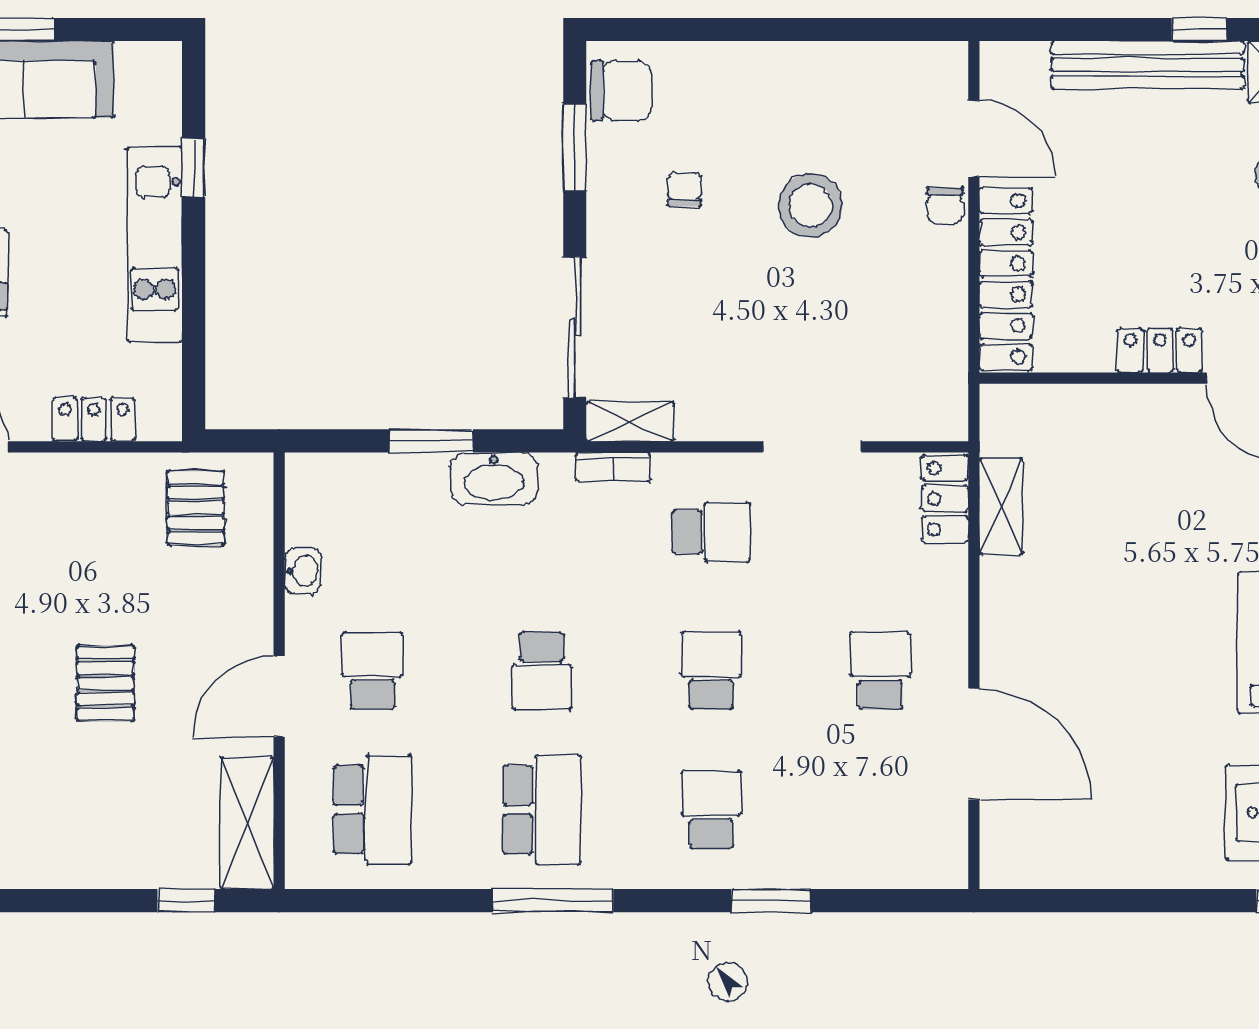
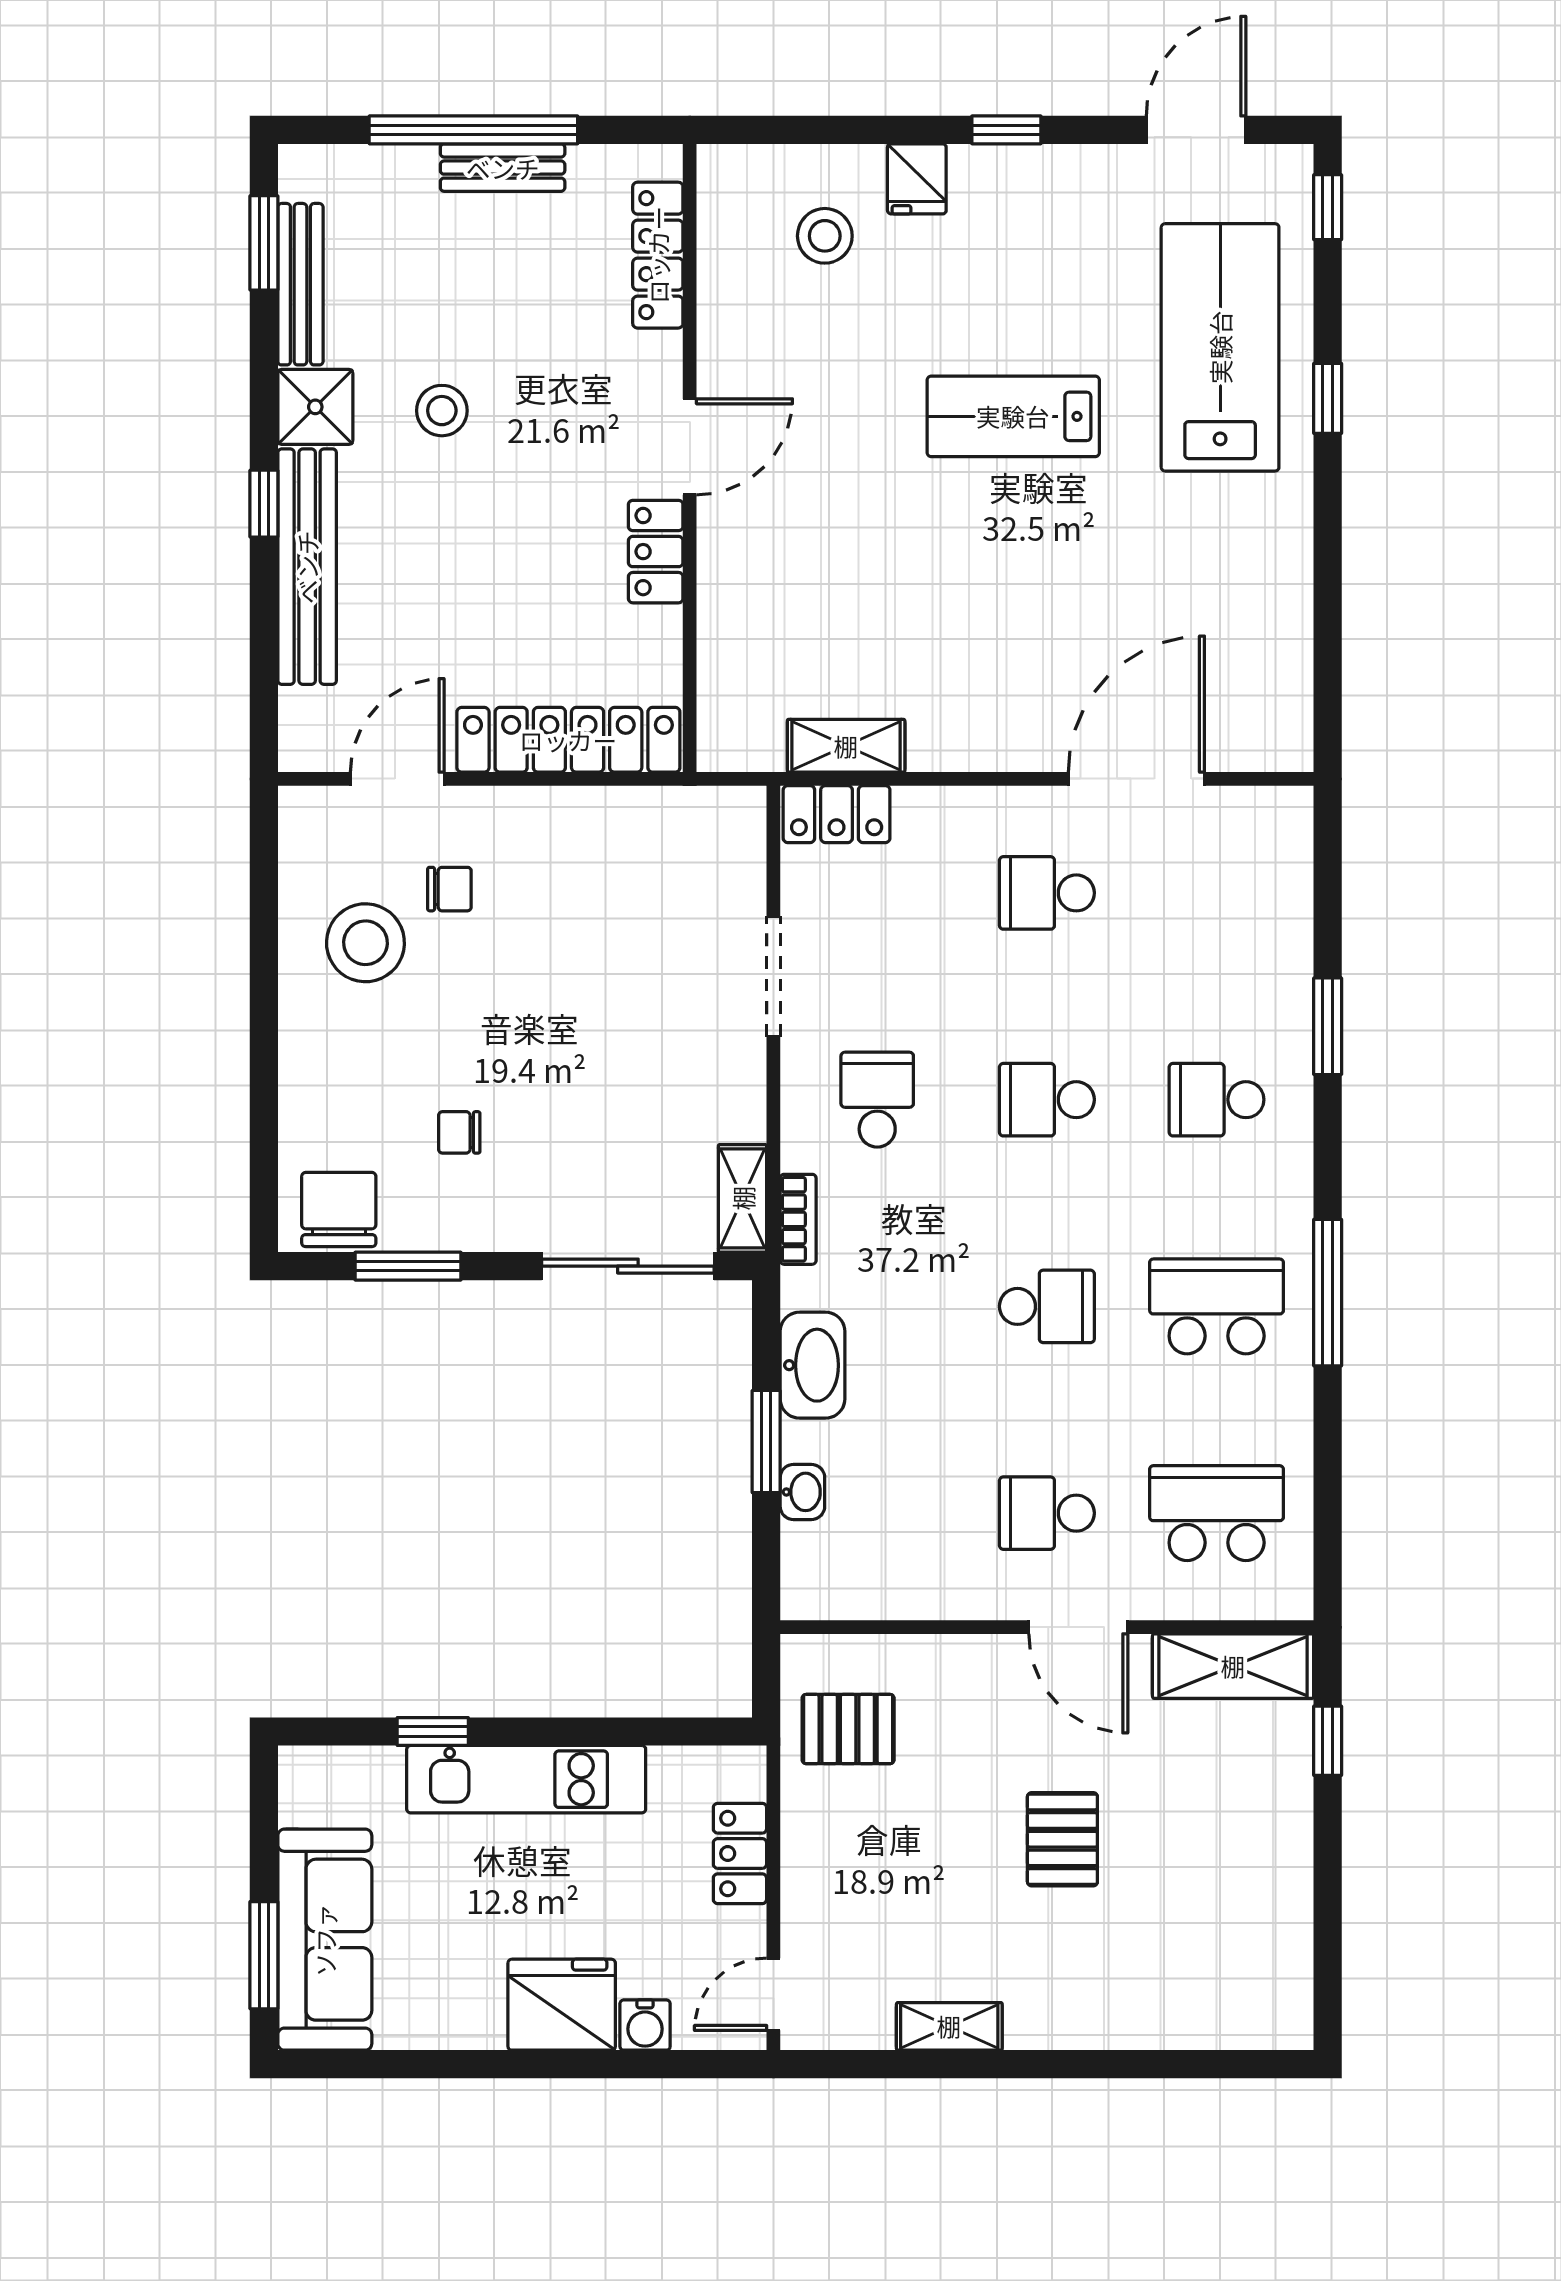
stool: (810, 205) -> (365, 943), moved
chair: (945, 205) -> (449, 889), moved
washbasin: (303, 571) -> (802, 1492), moved, turned 90
pallet: (105, 683) -> (1062, 1839), turned 90

